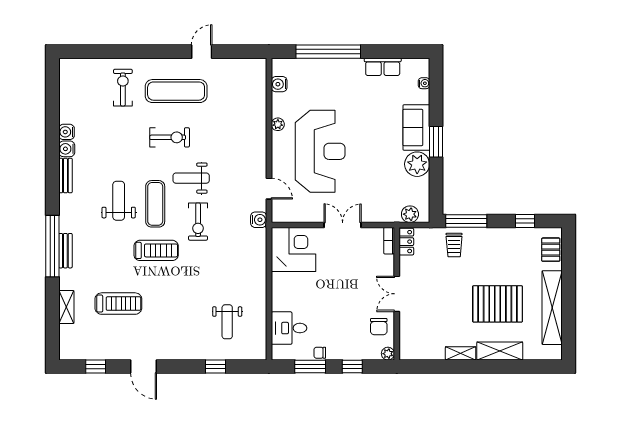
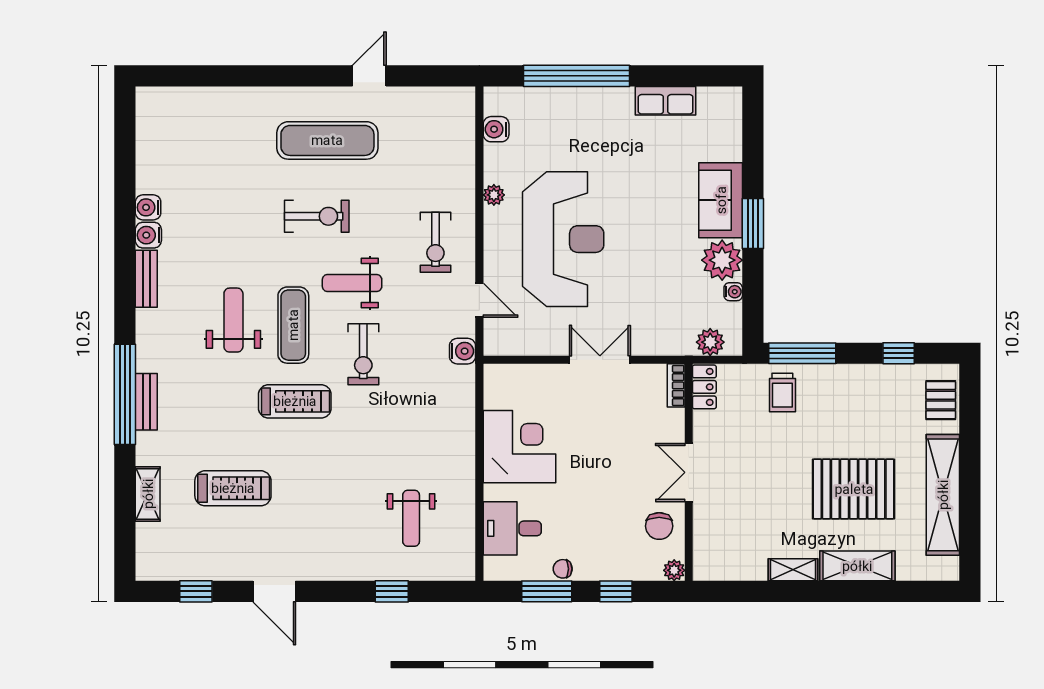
water cooler: (424, 83) -> (733, 292), moved
exercise bike: (123, 88) -> (435, 242), moved, turned 180
corner desk: (293, 250) -> (519, 447), moved

